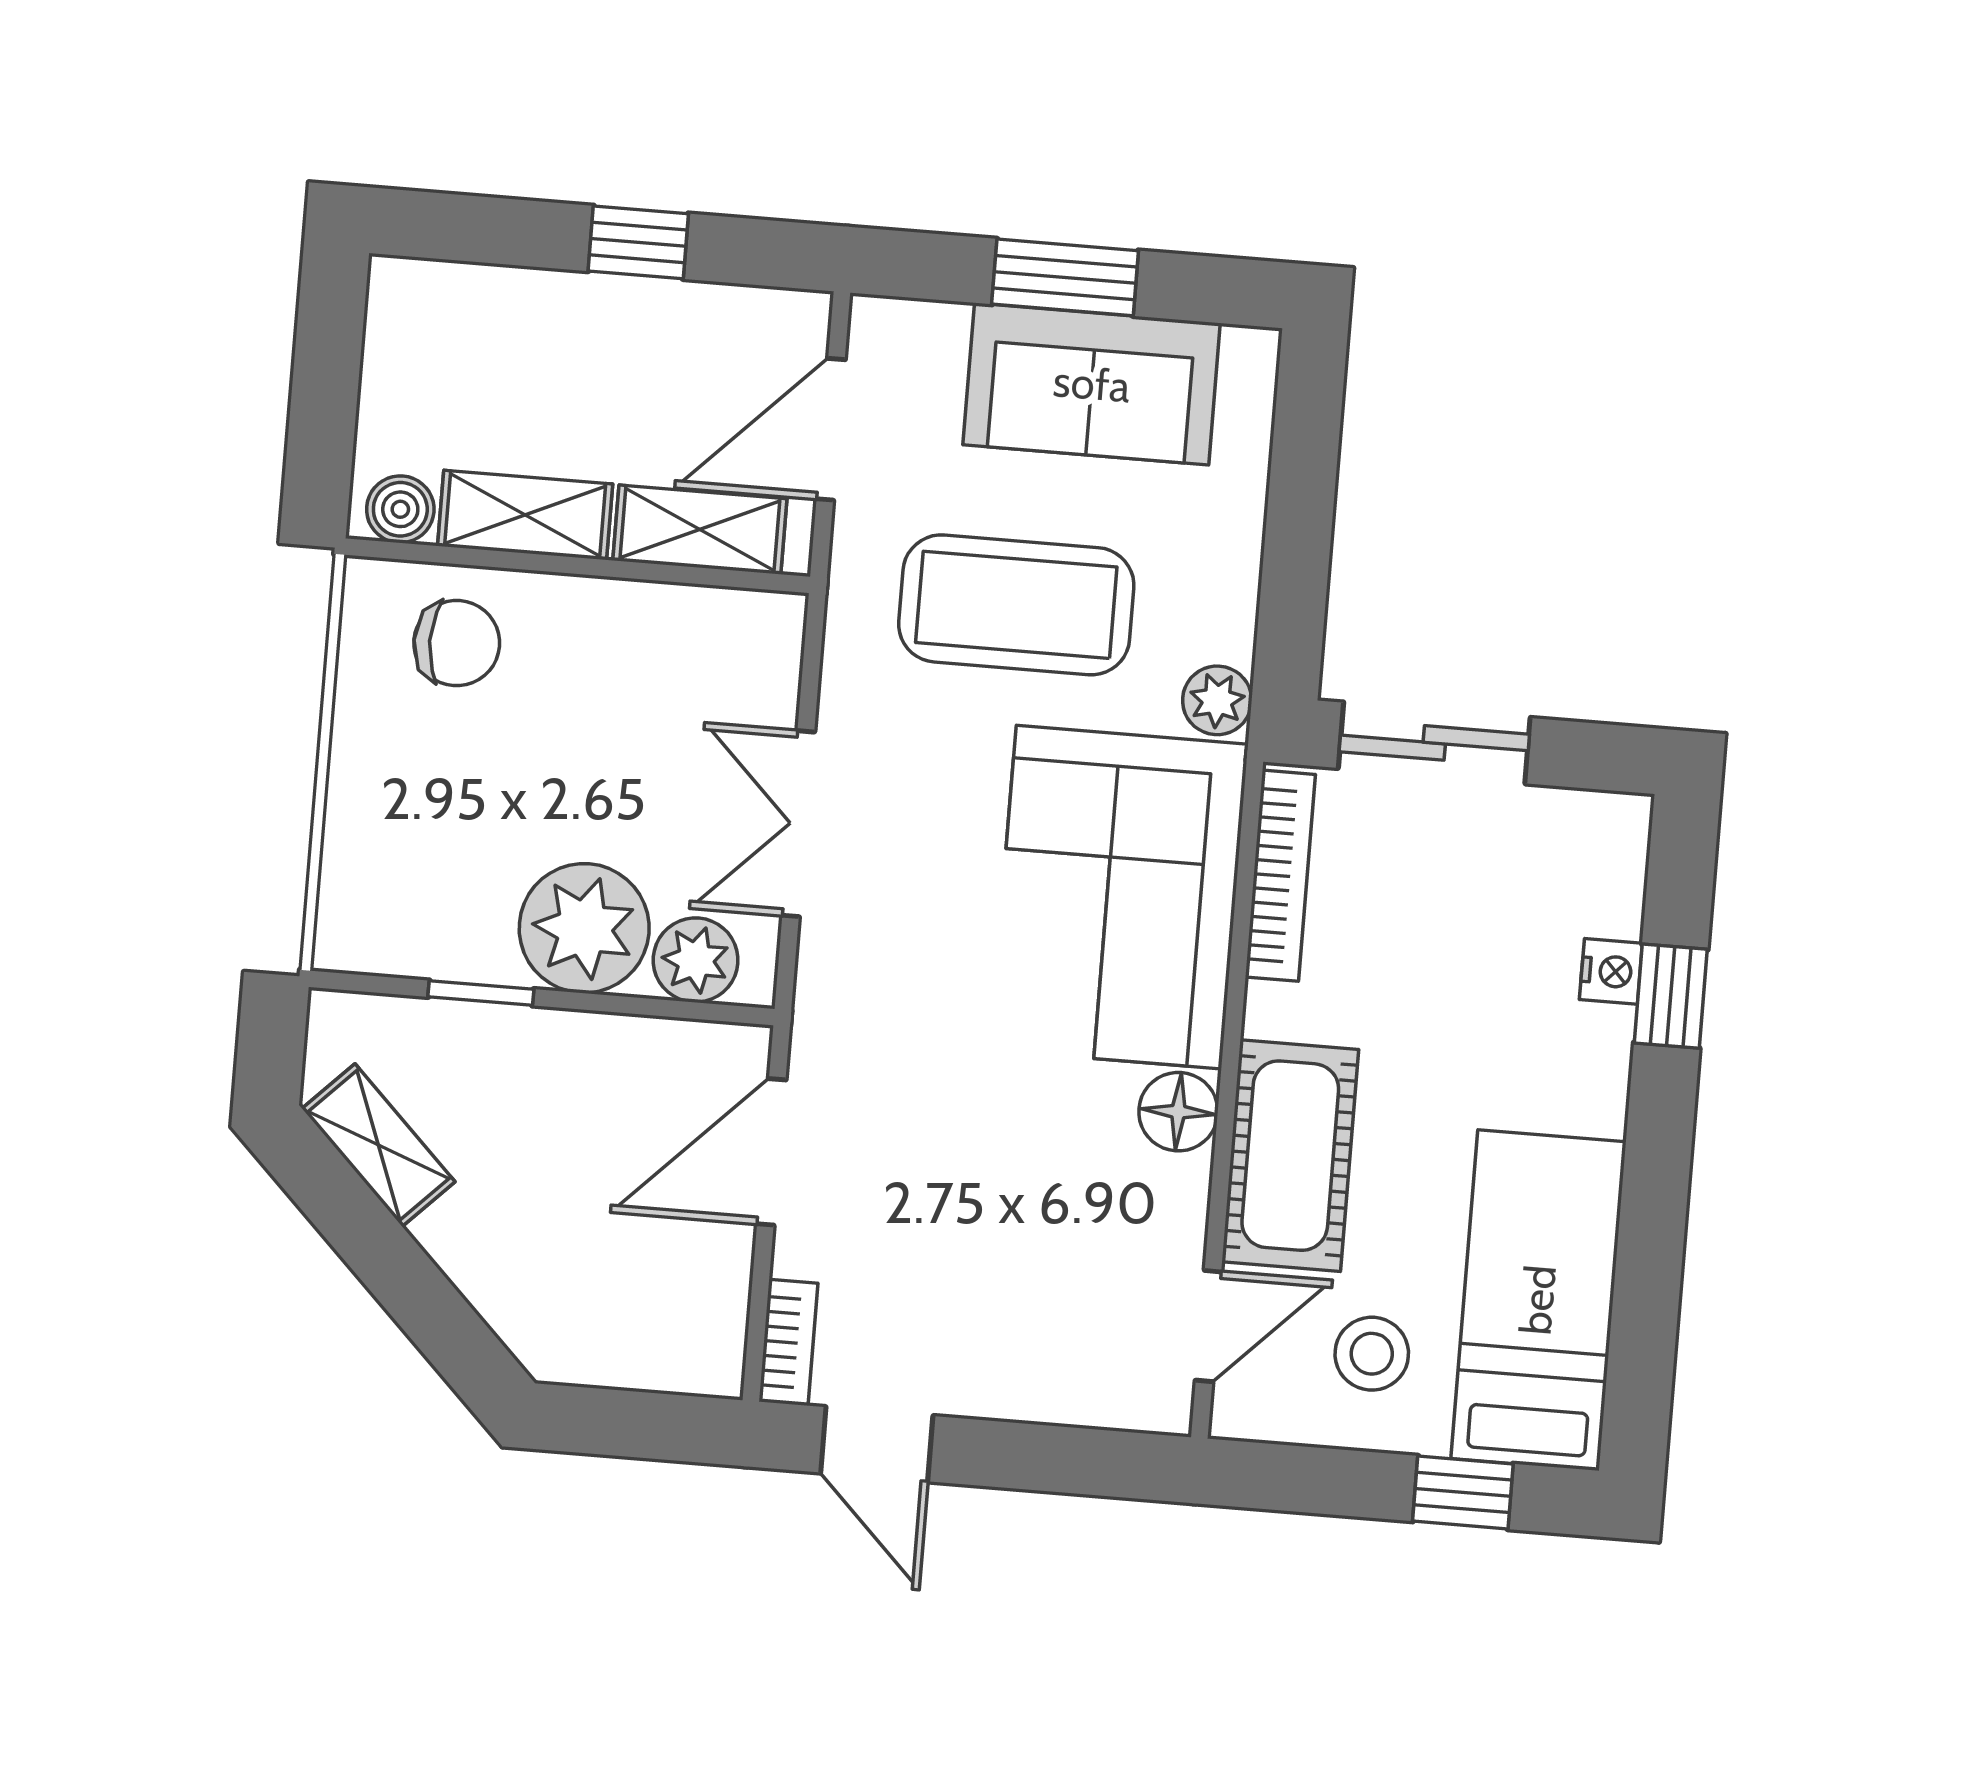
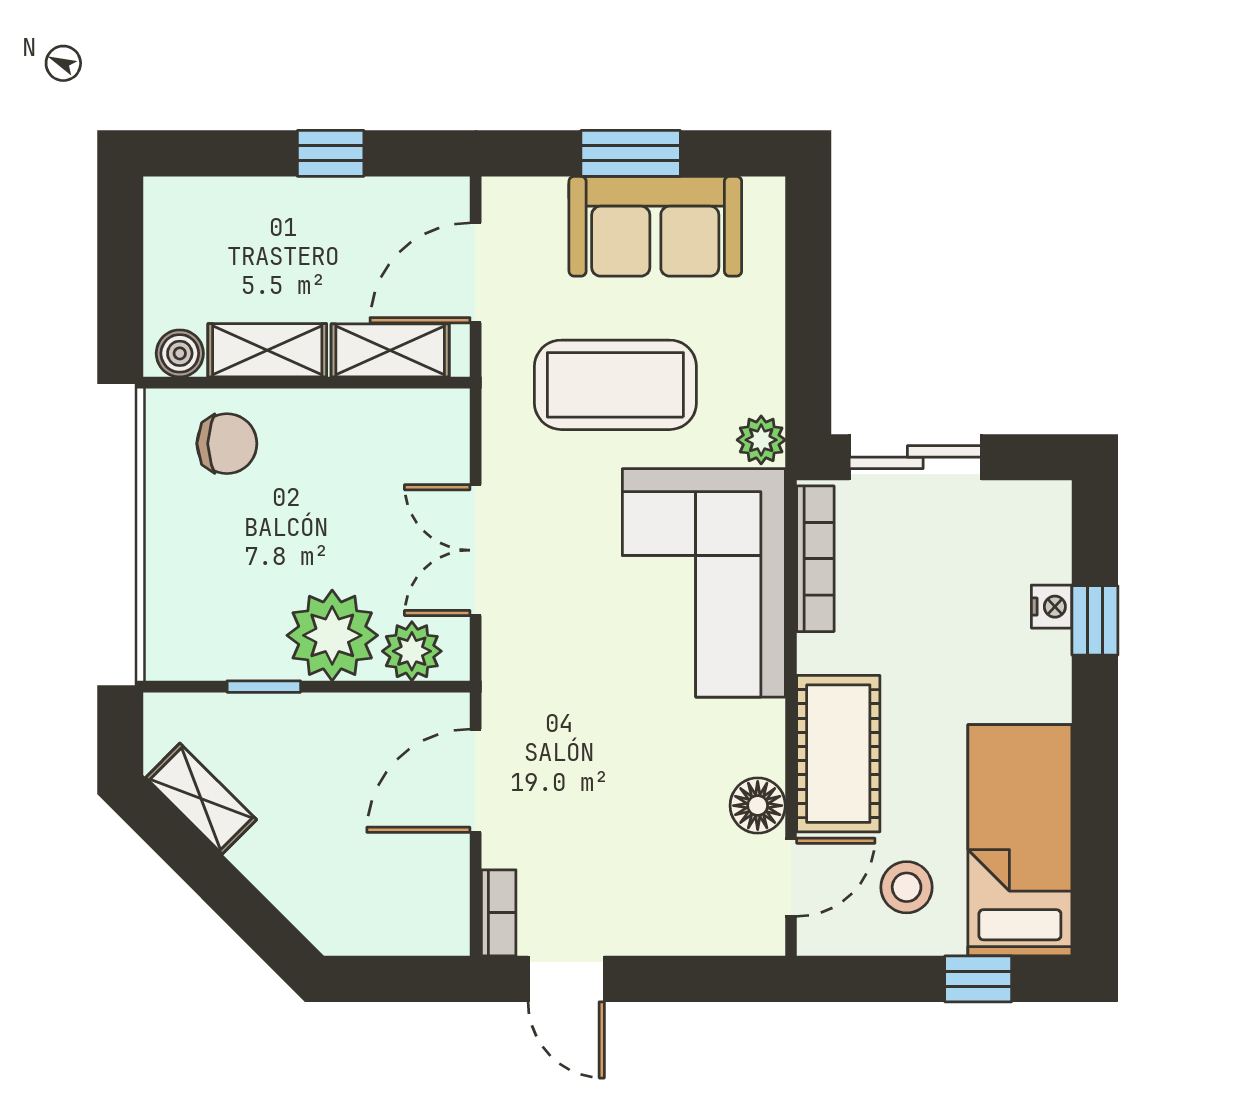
floor lamp: (1178, 1112) -> (758, 806), moved

